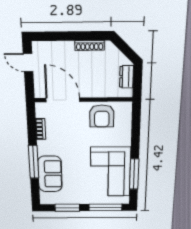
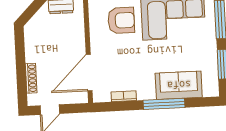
shoe rack: (90, 45) -> (31, 78), moved
armchair: (102, 116) -> (121, 20), moved

